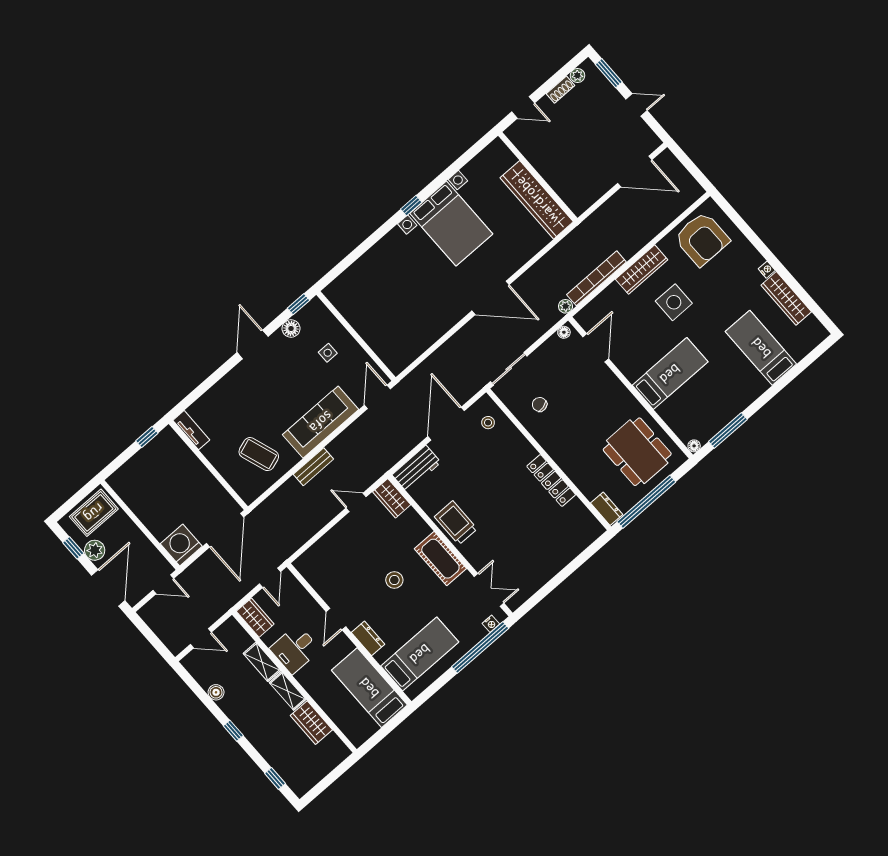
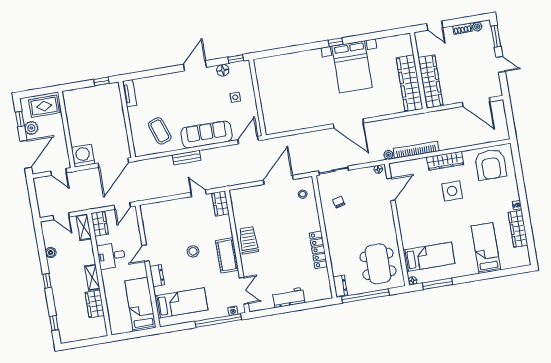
wardrobe: (562, 181) -> (431, 82), added
bed: (670, 374) -> (429, 257), moved
workbench: (417, 469) -> (289, 298), moved, turned 180
shelving: (262, 662) -> (84, 227), moved

